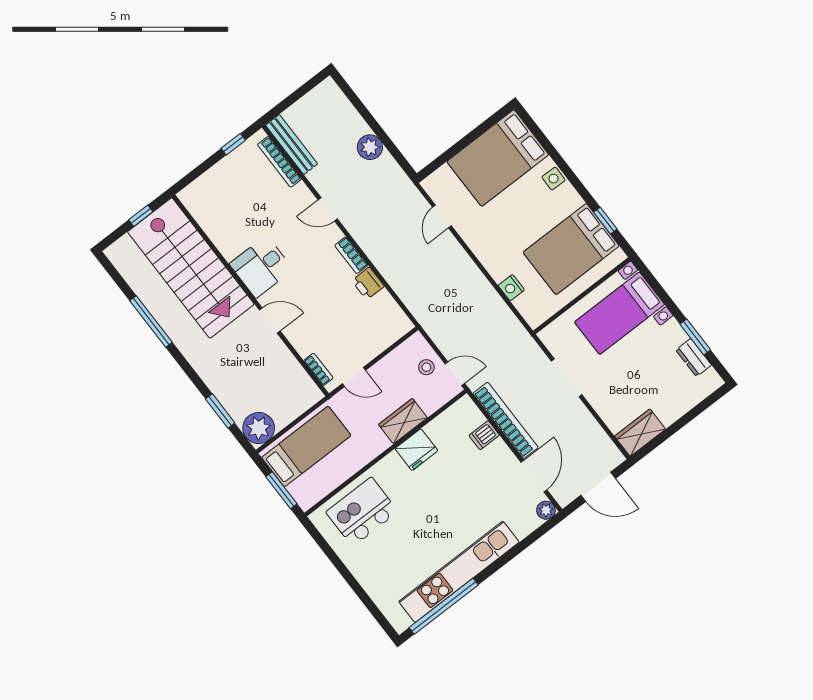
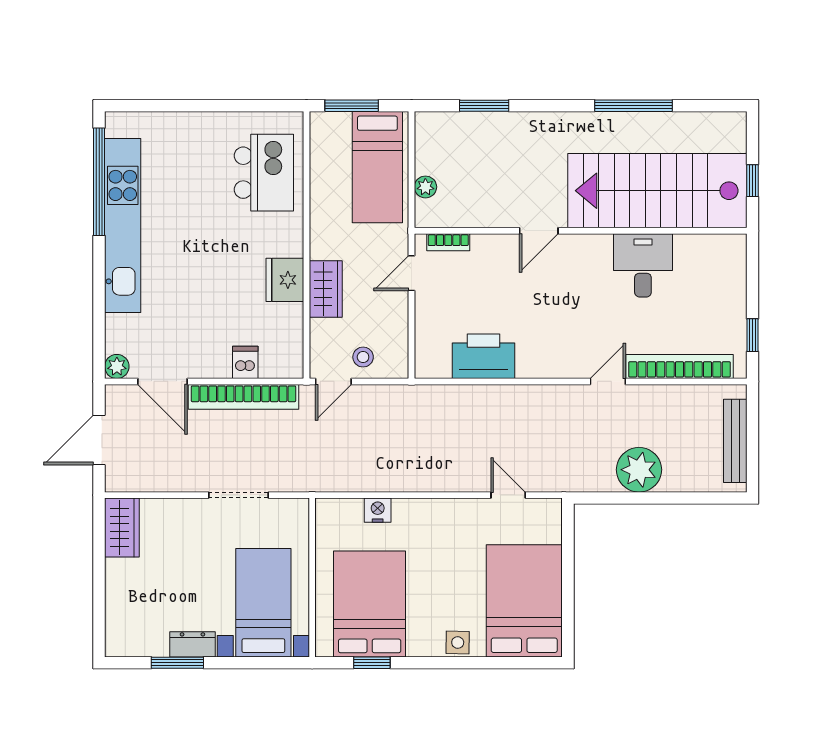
bench: (292, 144) -> (735, 441), moved, turned 90
plant: (370, 147) -> (639, 470), width x1.36, depth x1.36
bookcase: (279, 162) -> (679, 366), width x1.48, depth x1.31
bookcase: (351, 255) -> (541, 369), removed
desk: (261, 267) -> (643, 265), moved
printer: (368, 283) -> (483, 356), width x1.87, depth x1.48
dresser: (694, 358) -> (192, 644), moved
plant: (259, 428) -> (425, 187), moved, width x0.53, depth x0.53

